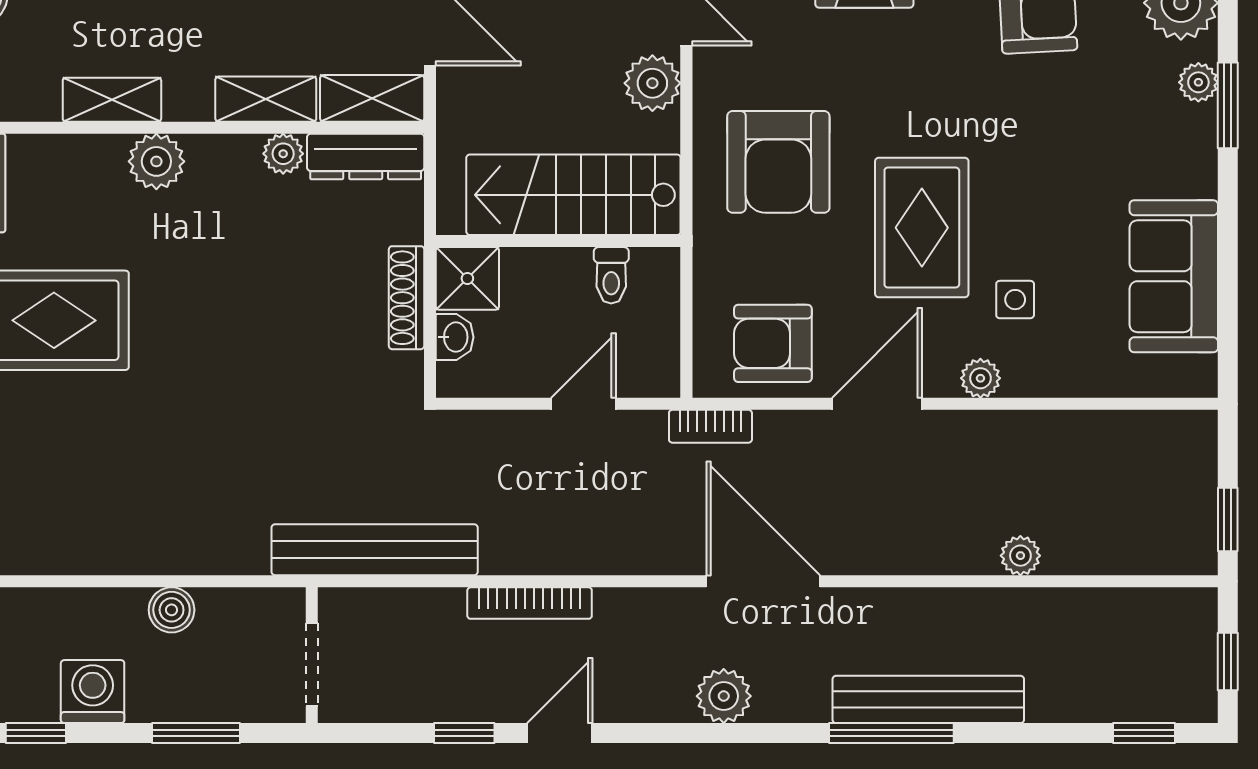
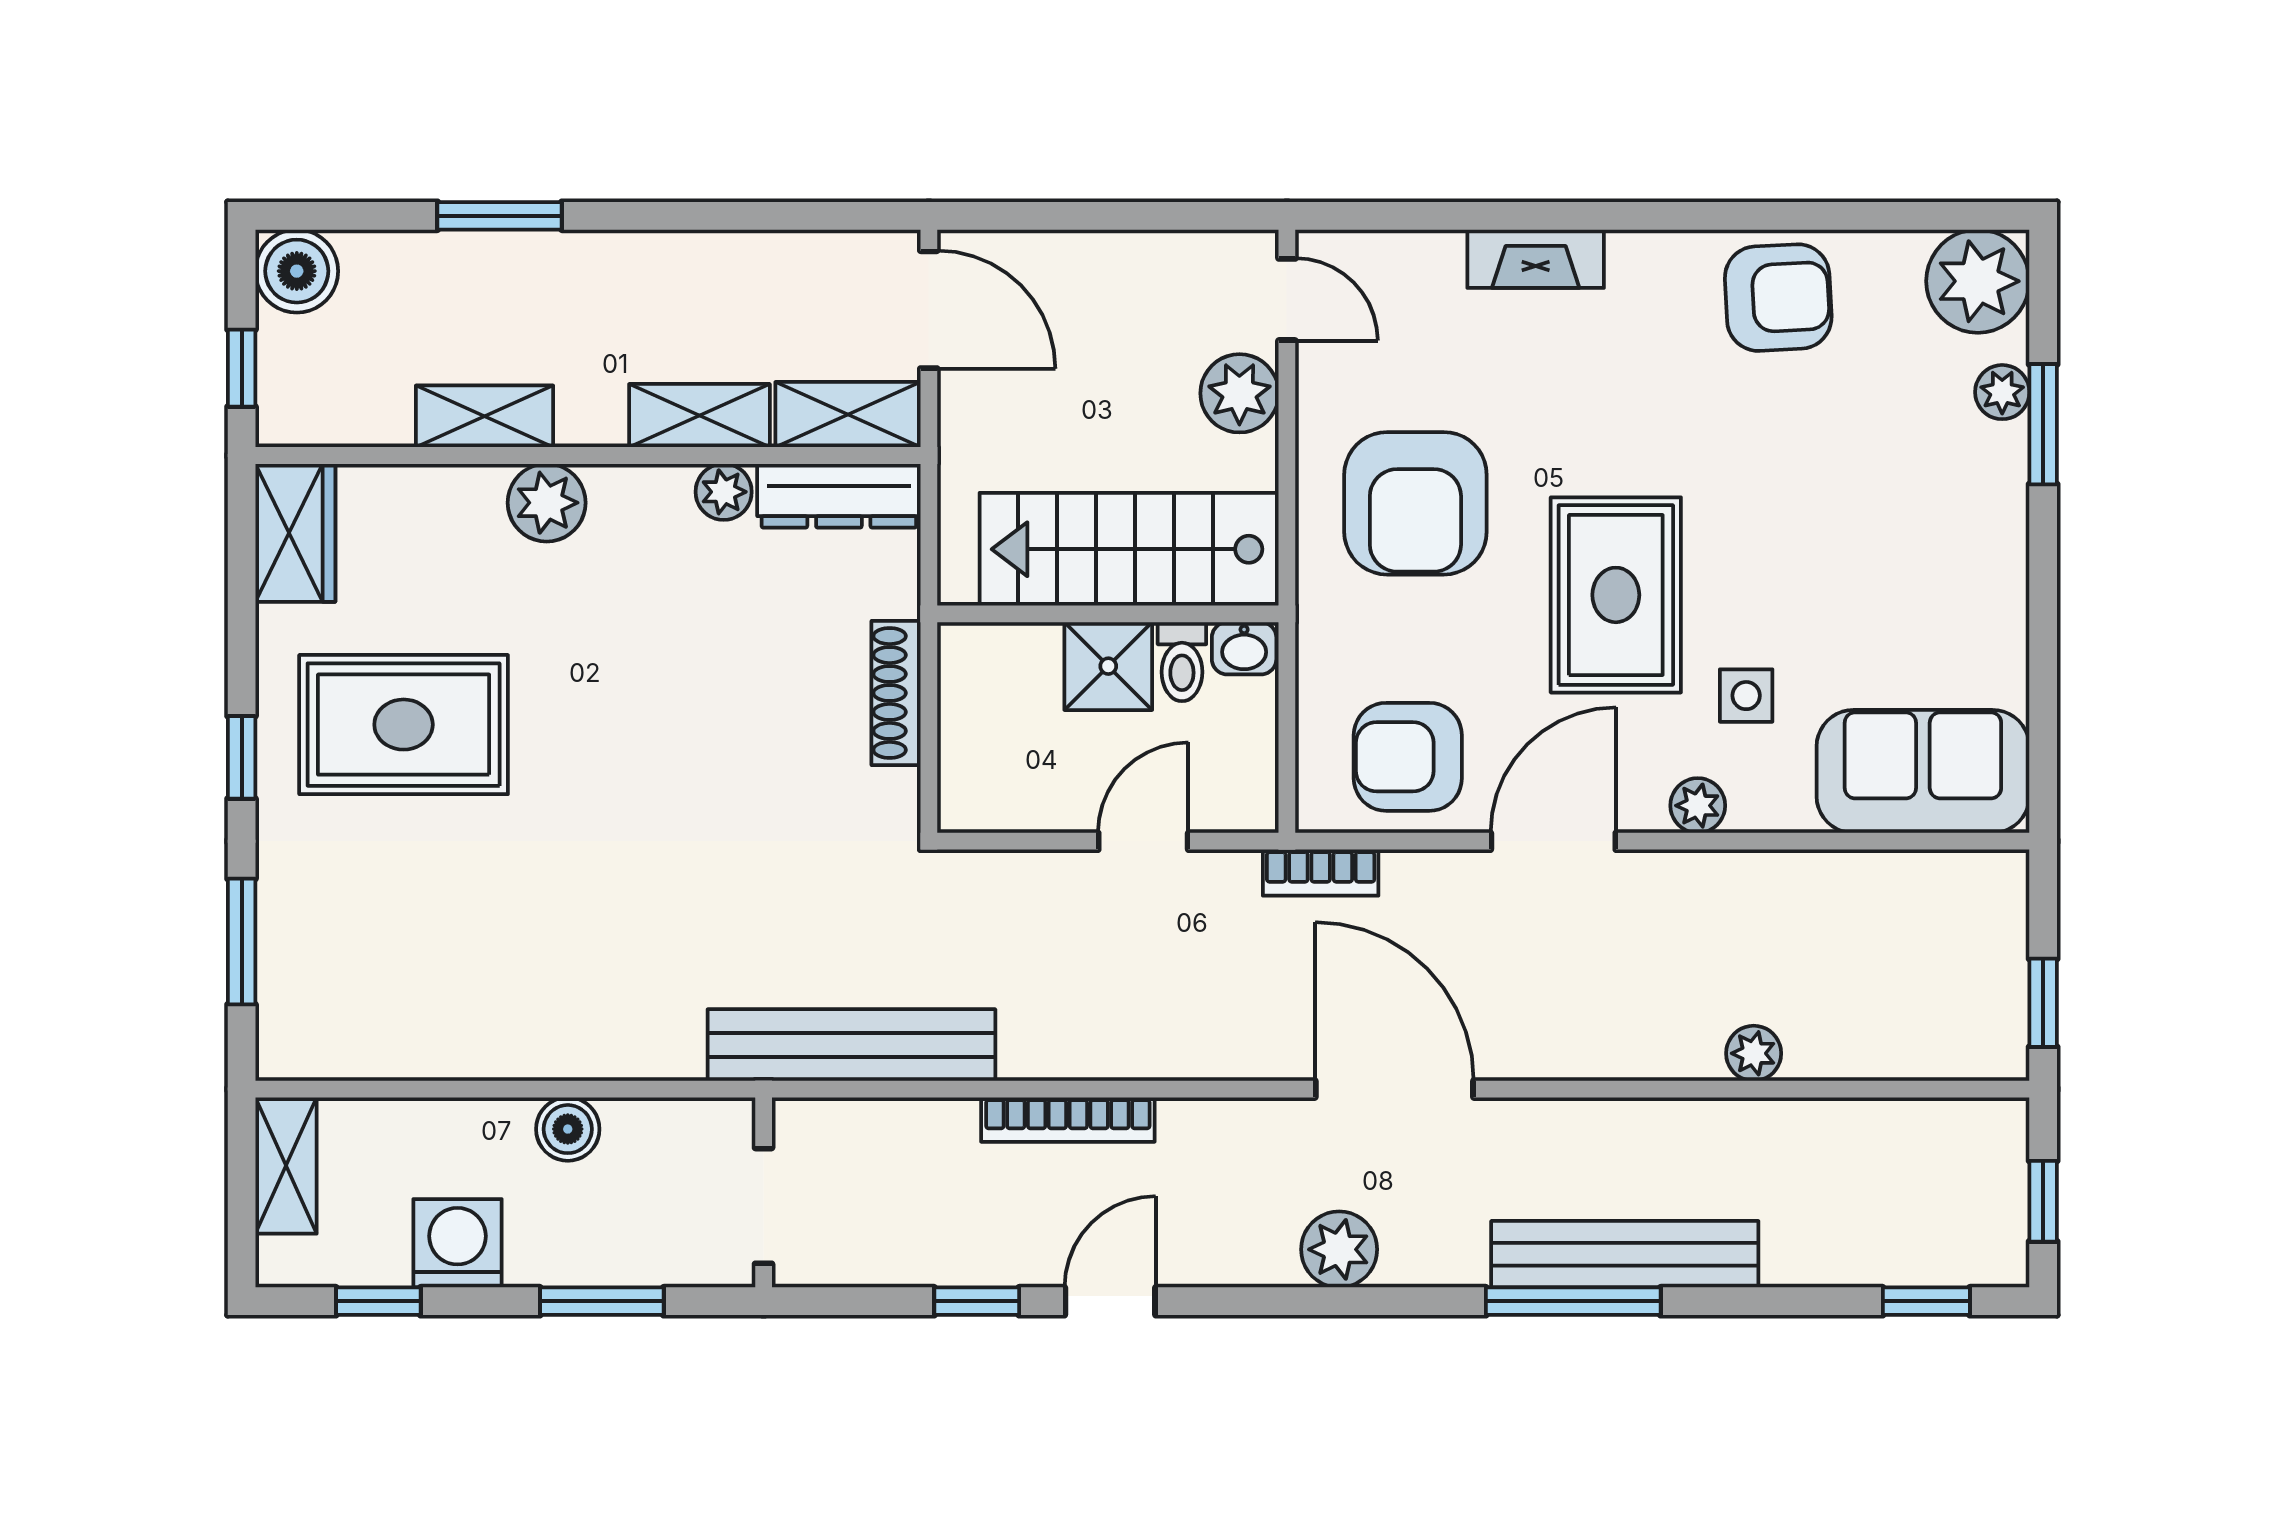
sofa: (1174, 276) -> (1923, 771), moved, turned 90
shower: (467, 278) -> (1108, 666), moved
washbasin: (455, 337) -> (1244, 648), moved, turned 90

